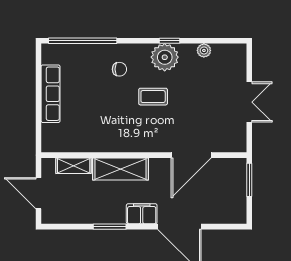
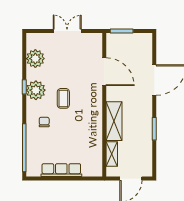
plant: (204, 50) -> (35, 59), width x1.88, depth x1.88
filing cabinet: (142, 214) -> (145, 106), removed

